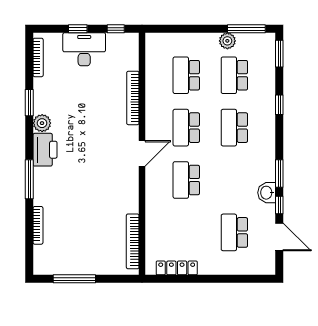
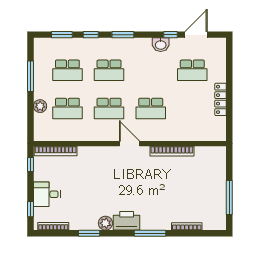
window: (78, 29) -> (31, 209), moved
window: (246, 29) -> (31, 76), moved
plant: (227, 41) -> (40, 106), moved
desk: (84, 49) -> (47, 194), width x0.73
window: (279, 54) -> (62, 35), moved
bookcase: (133, 98) -> (56, 151), moved
window: (279, 173) -> (123, 35), moved
bookcase: (133, 241) -> (172, 151), moved
locker: (177, 268) -> (221, 99), moved

